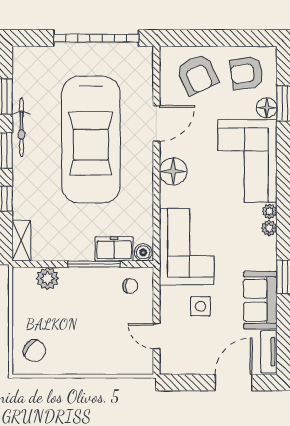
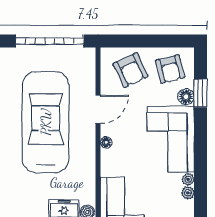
armchair: (247, 73) -> (170, 69), turned -96
car: (91, 140) -> (46, 122), turned 180
floor lamp: (173, 171) -> (106, 142), width x0.53, depth x0.53

